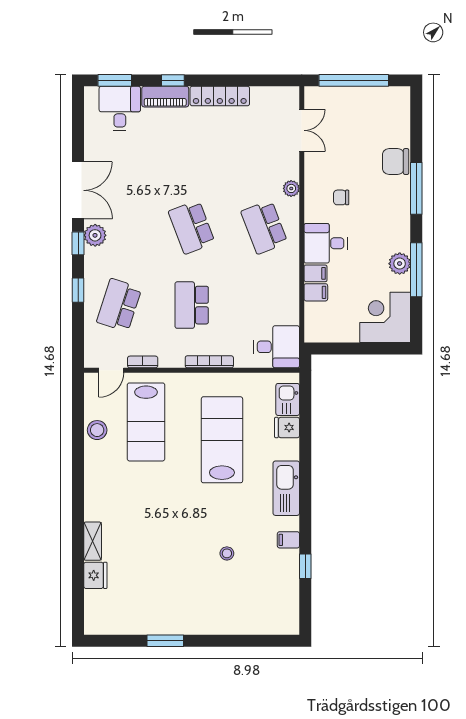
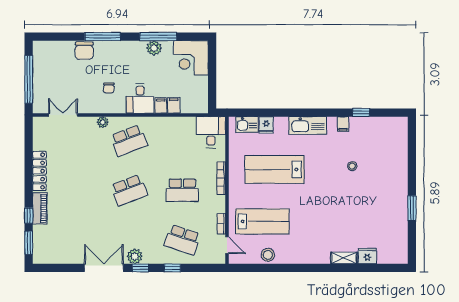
window: (173, 80) -> (29, 216), moved
desk: (120, 108) -> (48, 239), removed

